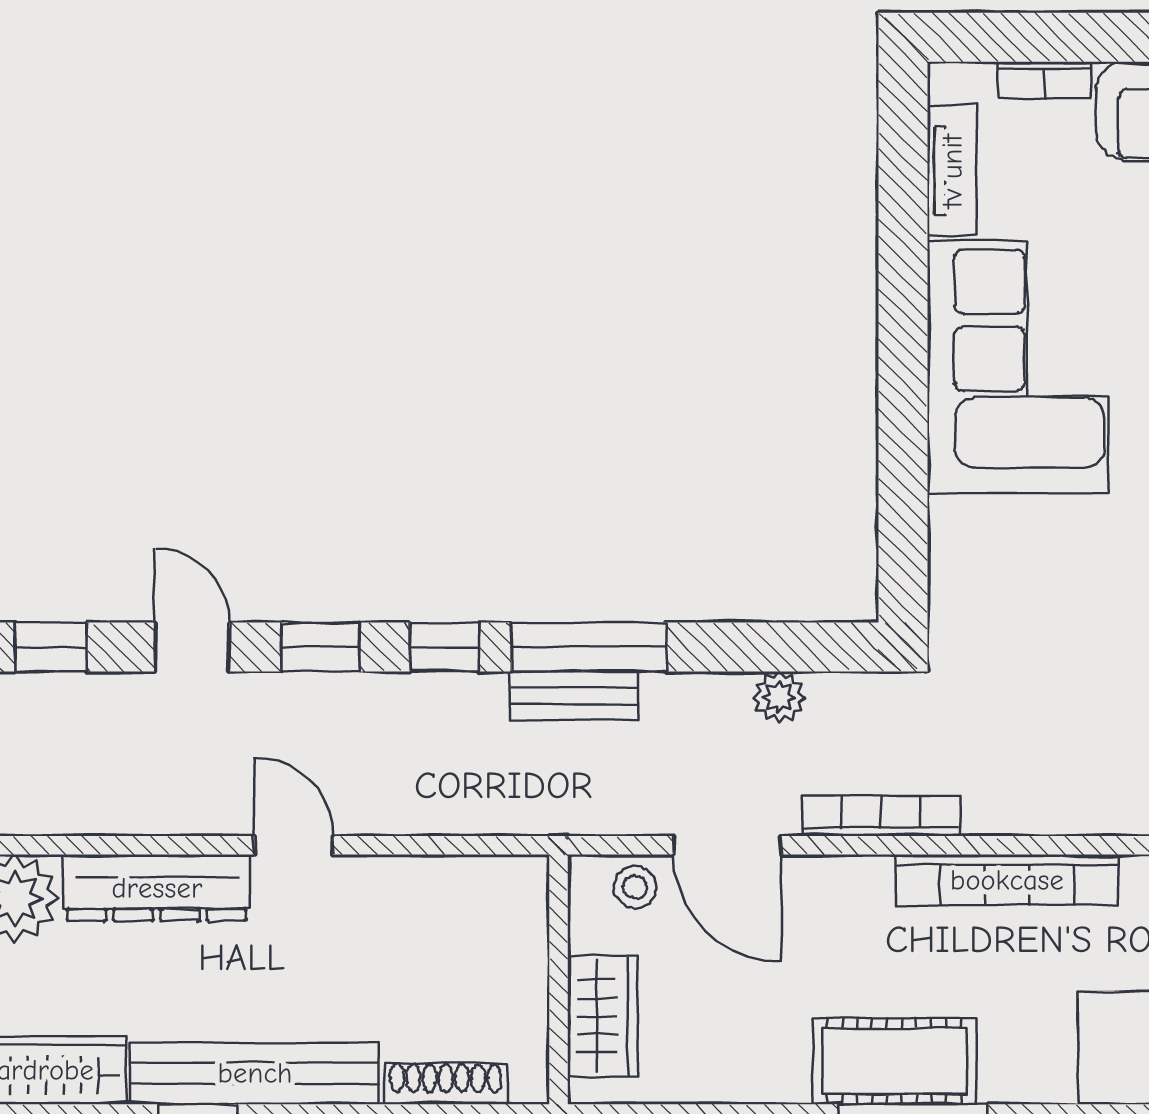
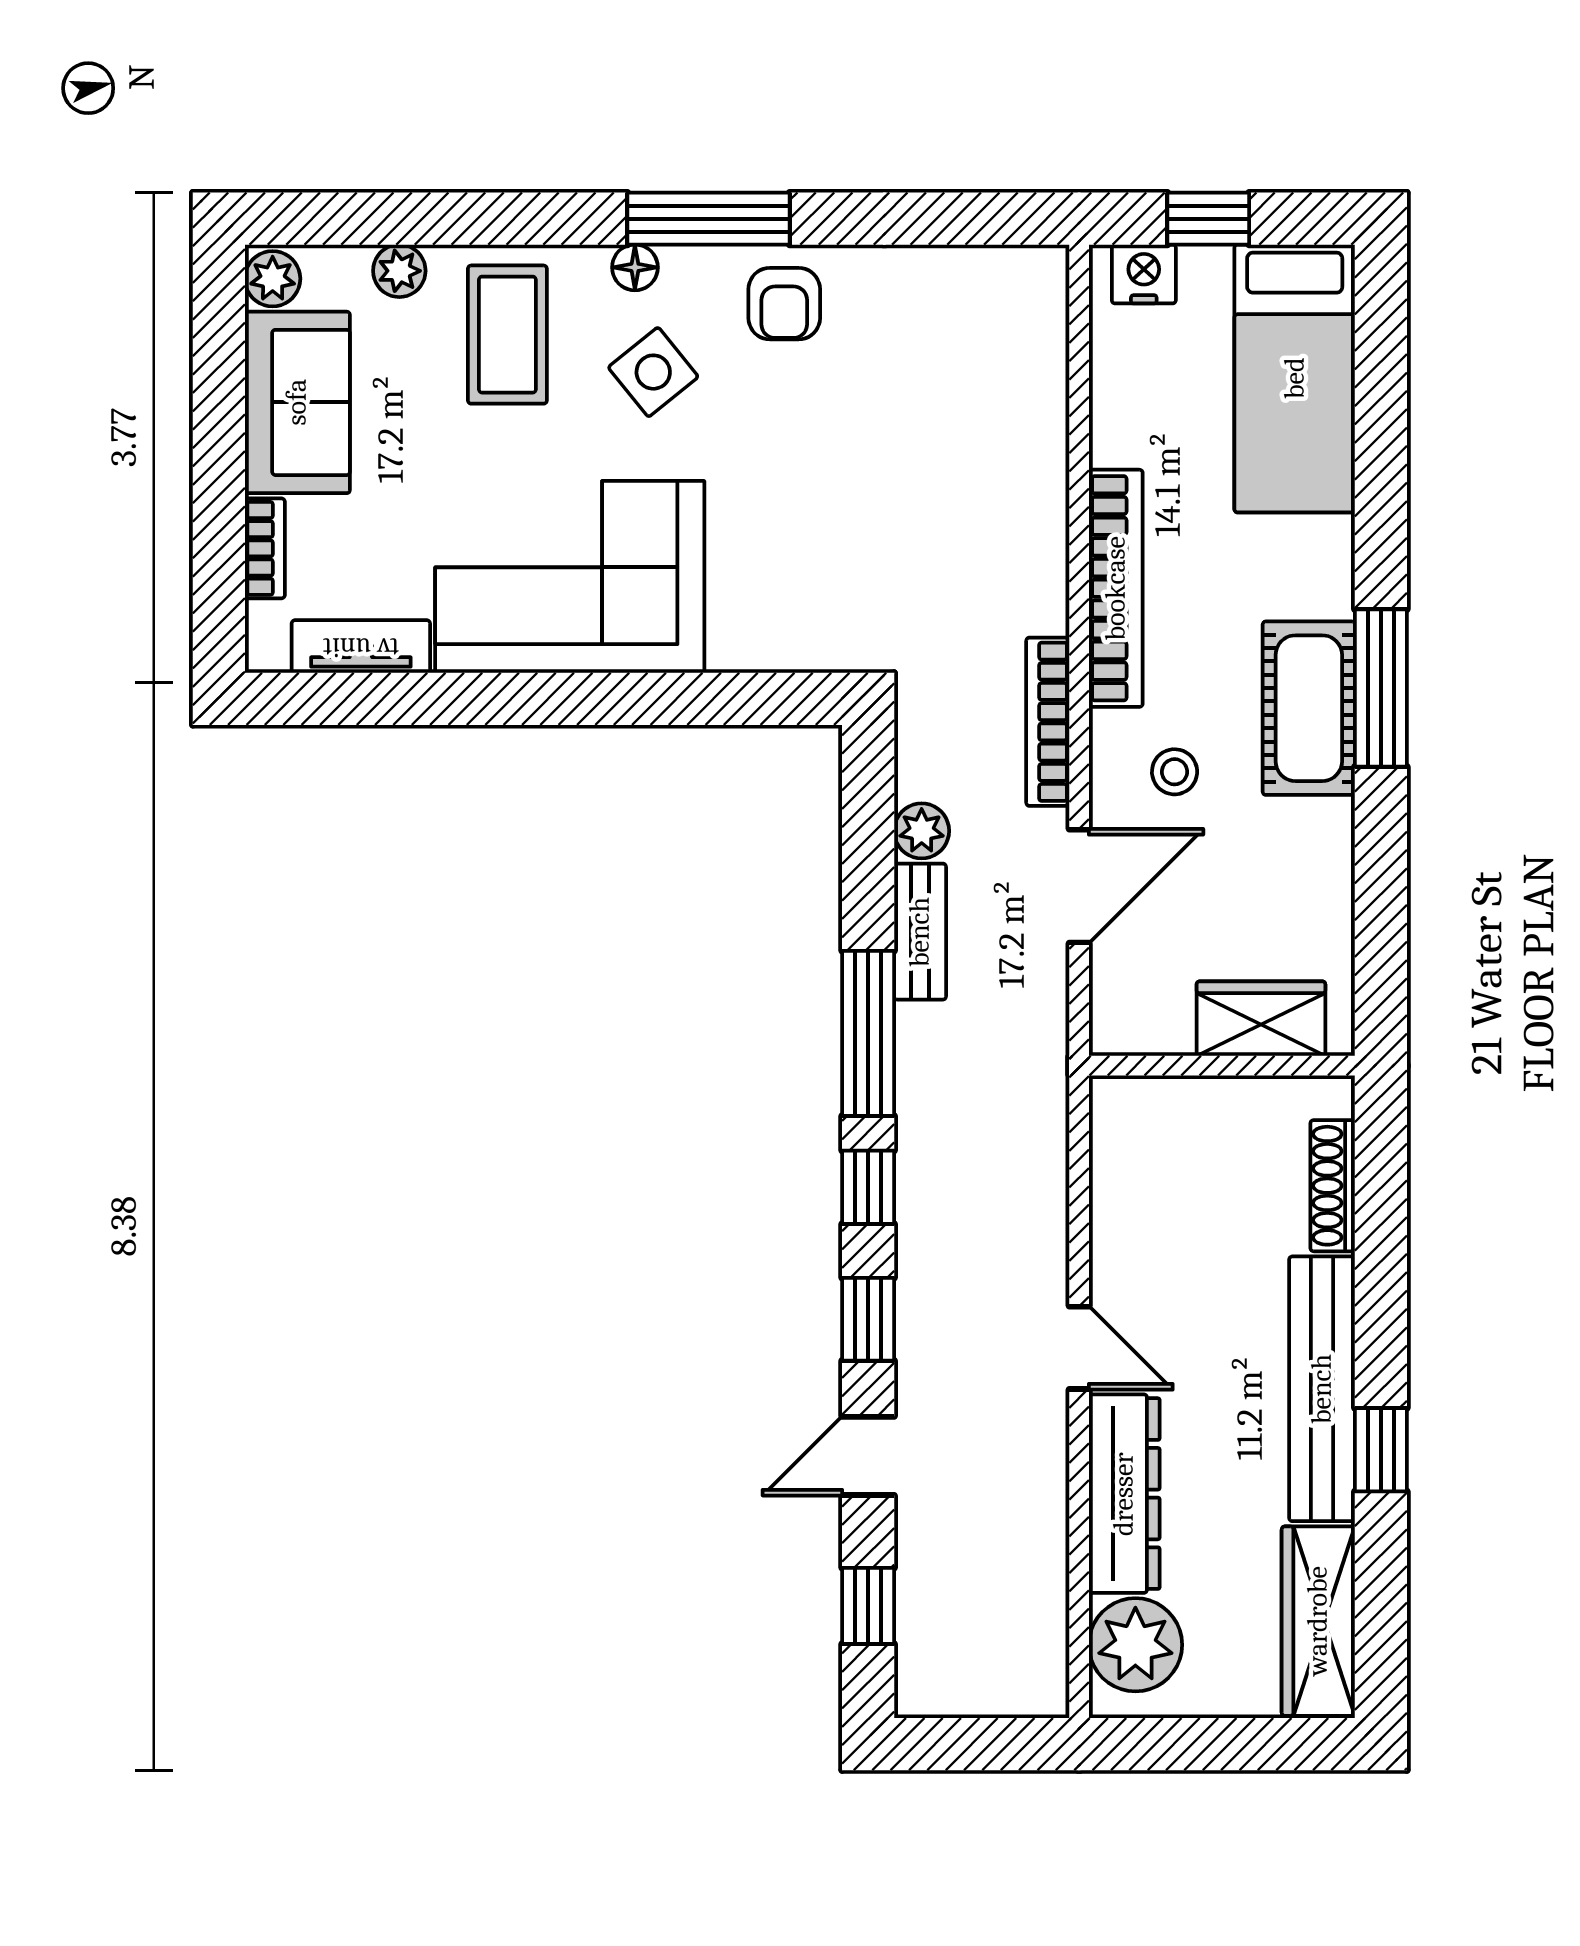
bench: (574, 696) -> (920, 932), moved
door: (294, 845) -> (1079, 1348), swing flipped
stool: (635, 887) -> (1175, 772), moved

